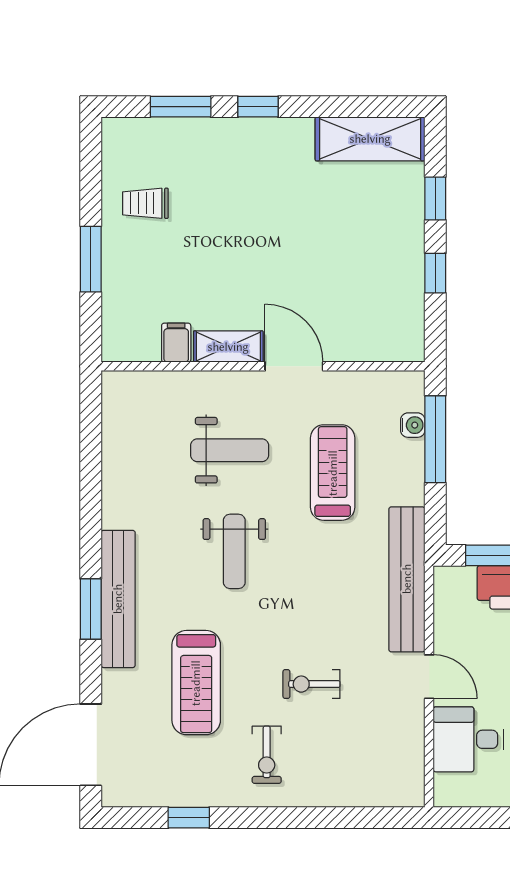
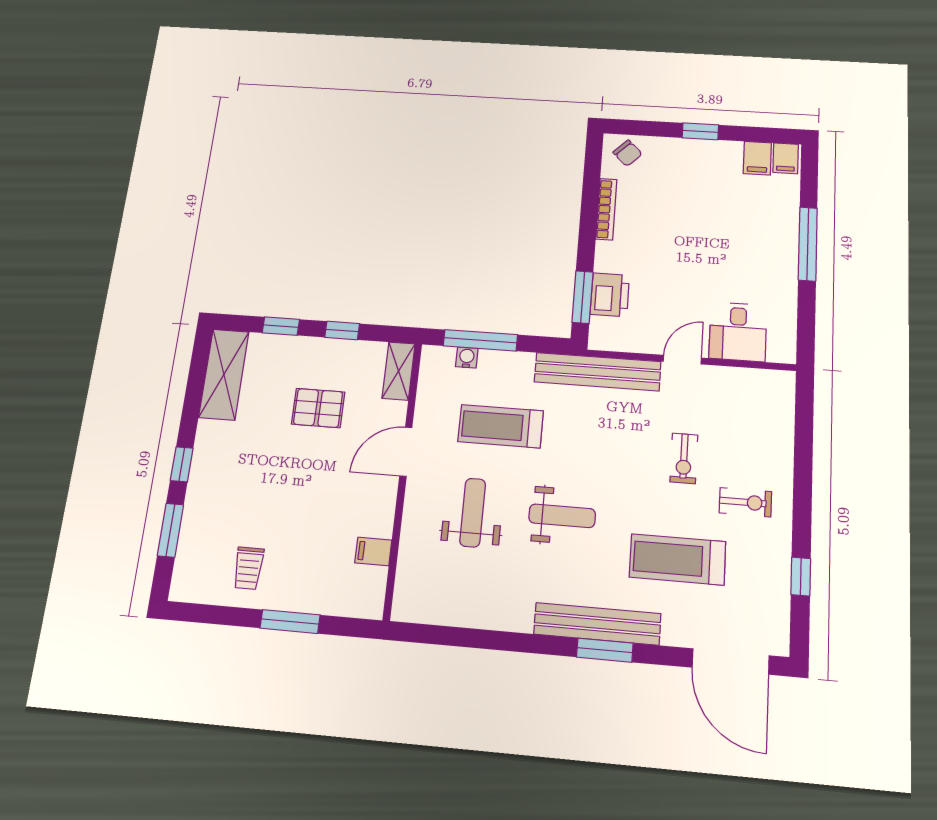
pallet: (338, 257) -> (318, 408), added
shelving: (228, 347) -> (399, 371), moved
treadmill: (196, 683) -> (677, 559), turned 180

